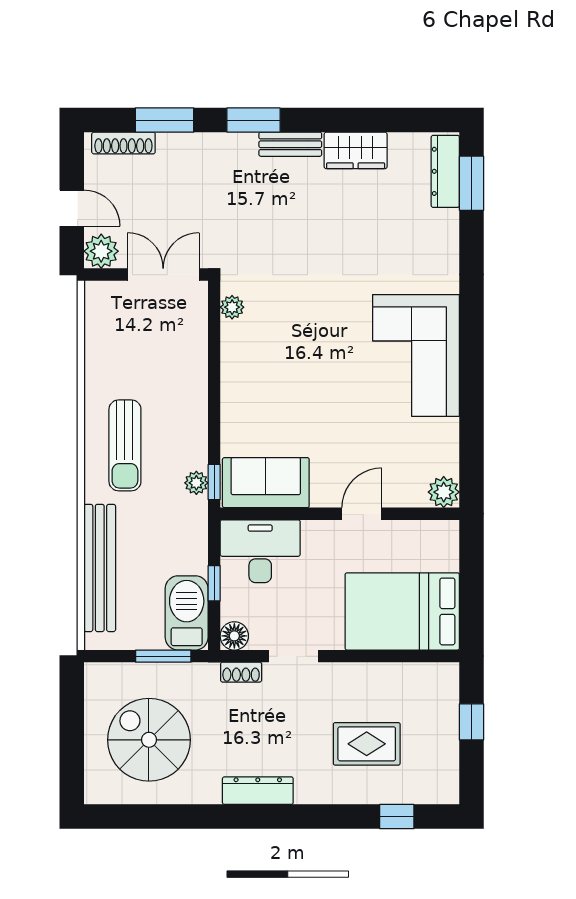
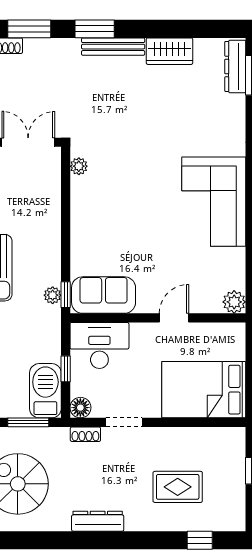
bench: (290, 144) -> (113, 47), width x1.36

